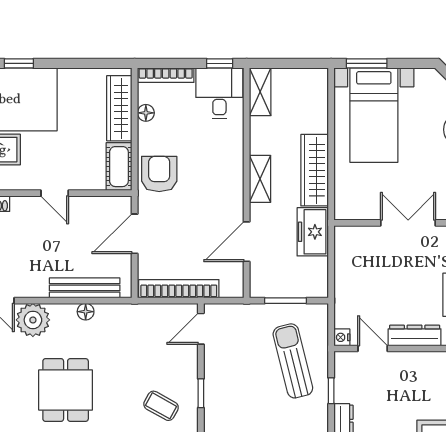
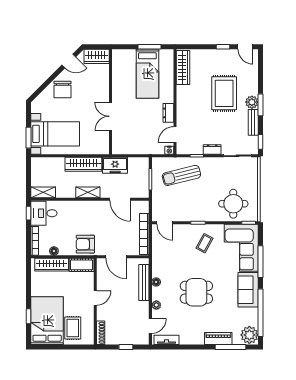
plant: (33, 320) -> (156, 305), width x0.53, depth x0.53
dresser: (415, 335) -> (168, 113), width x0.70

